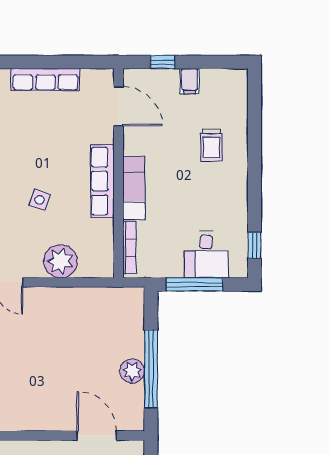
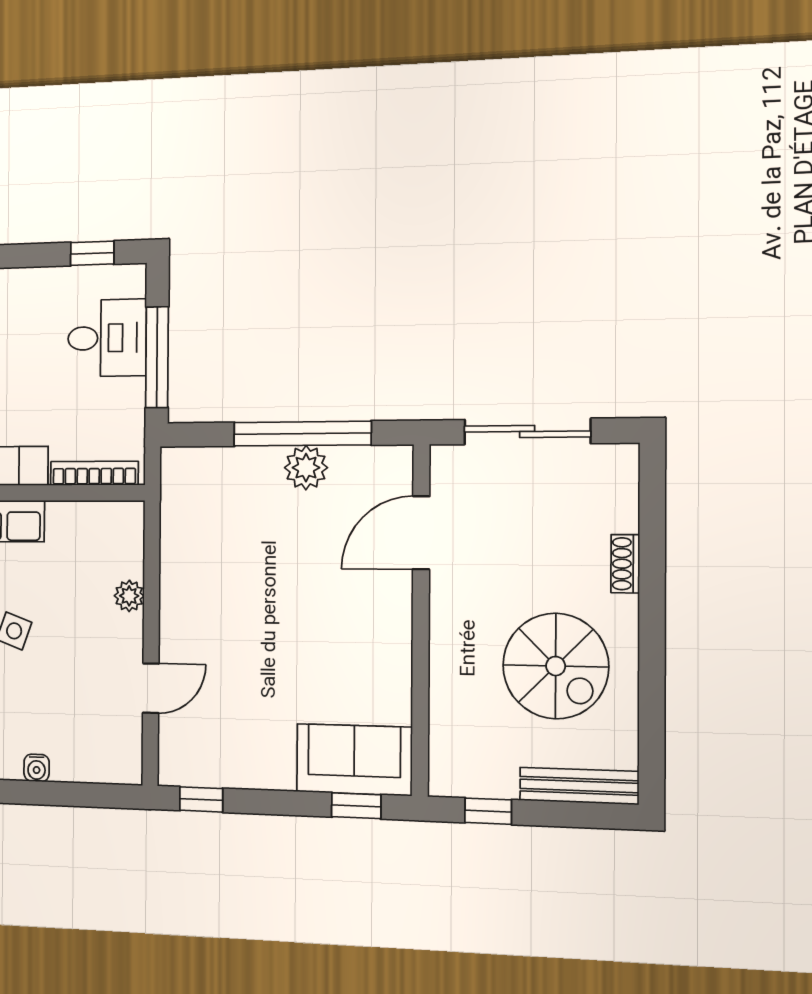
plant: (60, 261) -> (129, 596), width x0.53, depth x0.53

